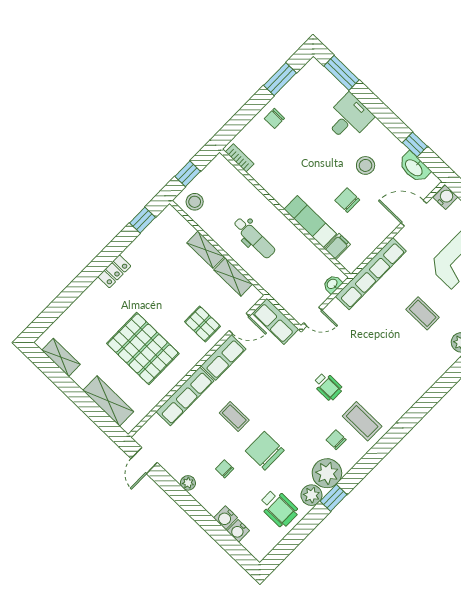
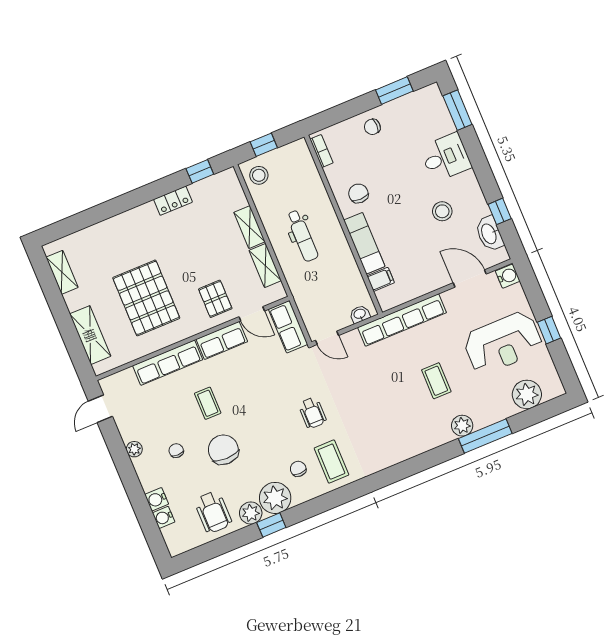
chair: (347, 200) -> (358, 193), moved
locker: (114, 271) -> (173, 201), moved

